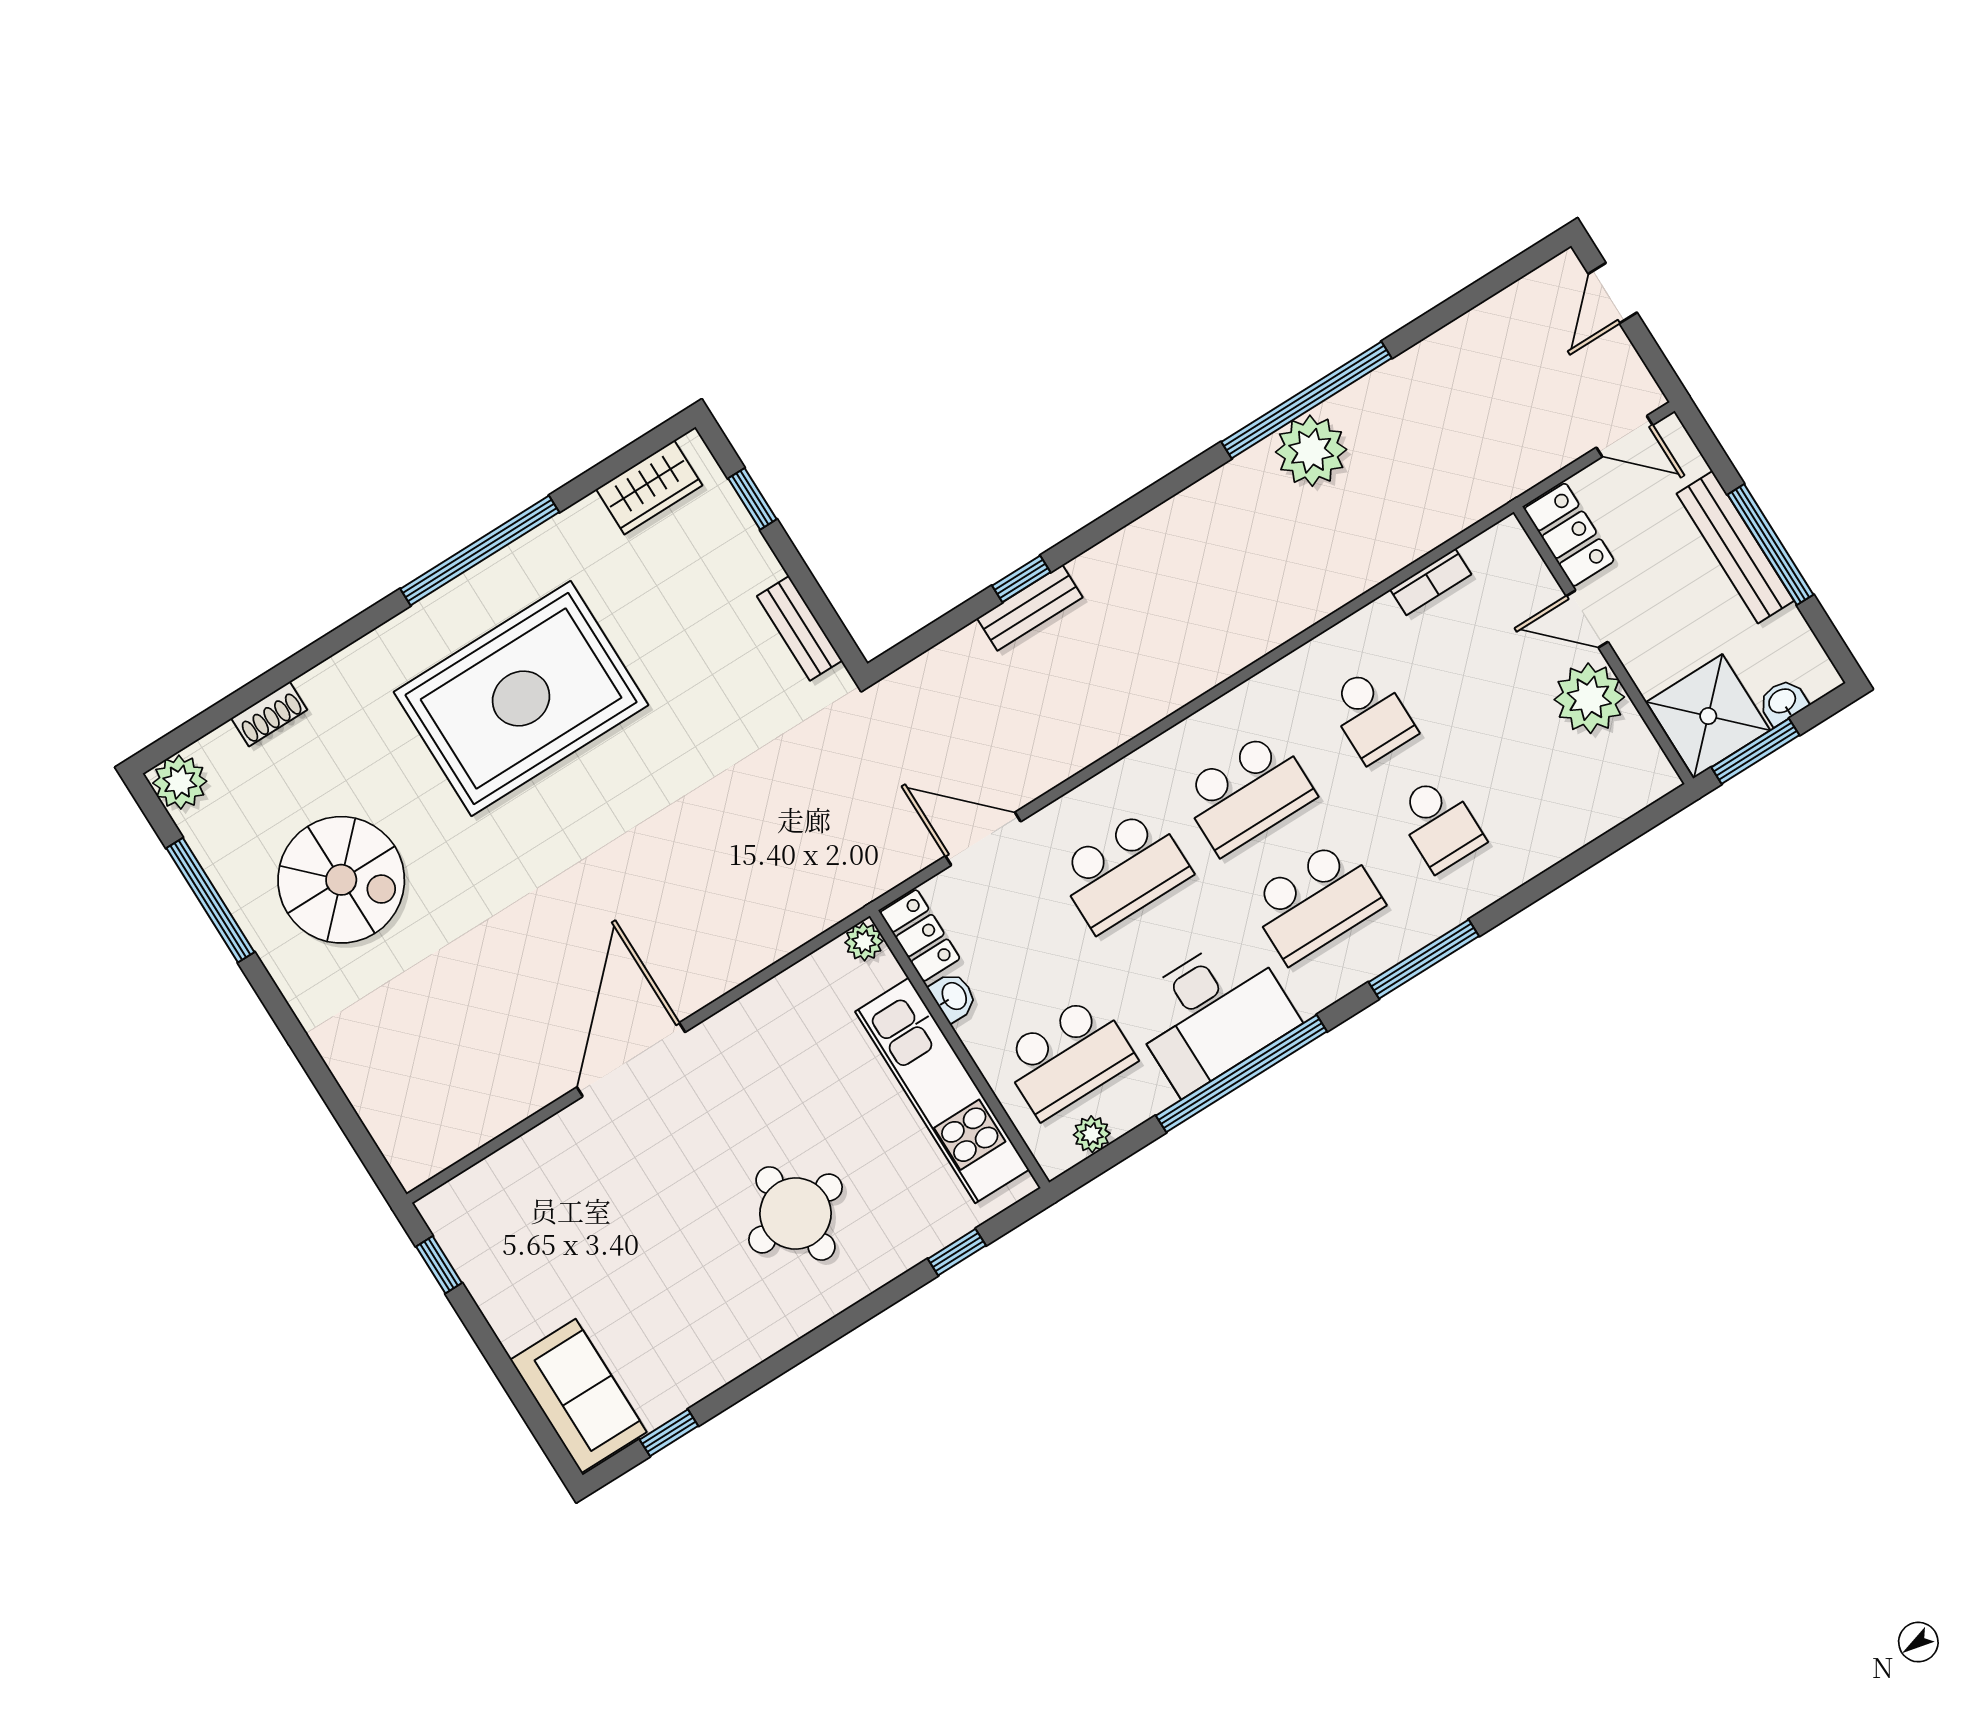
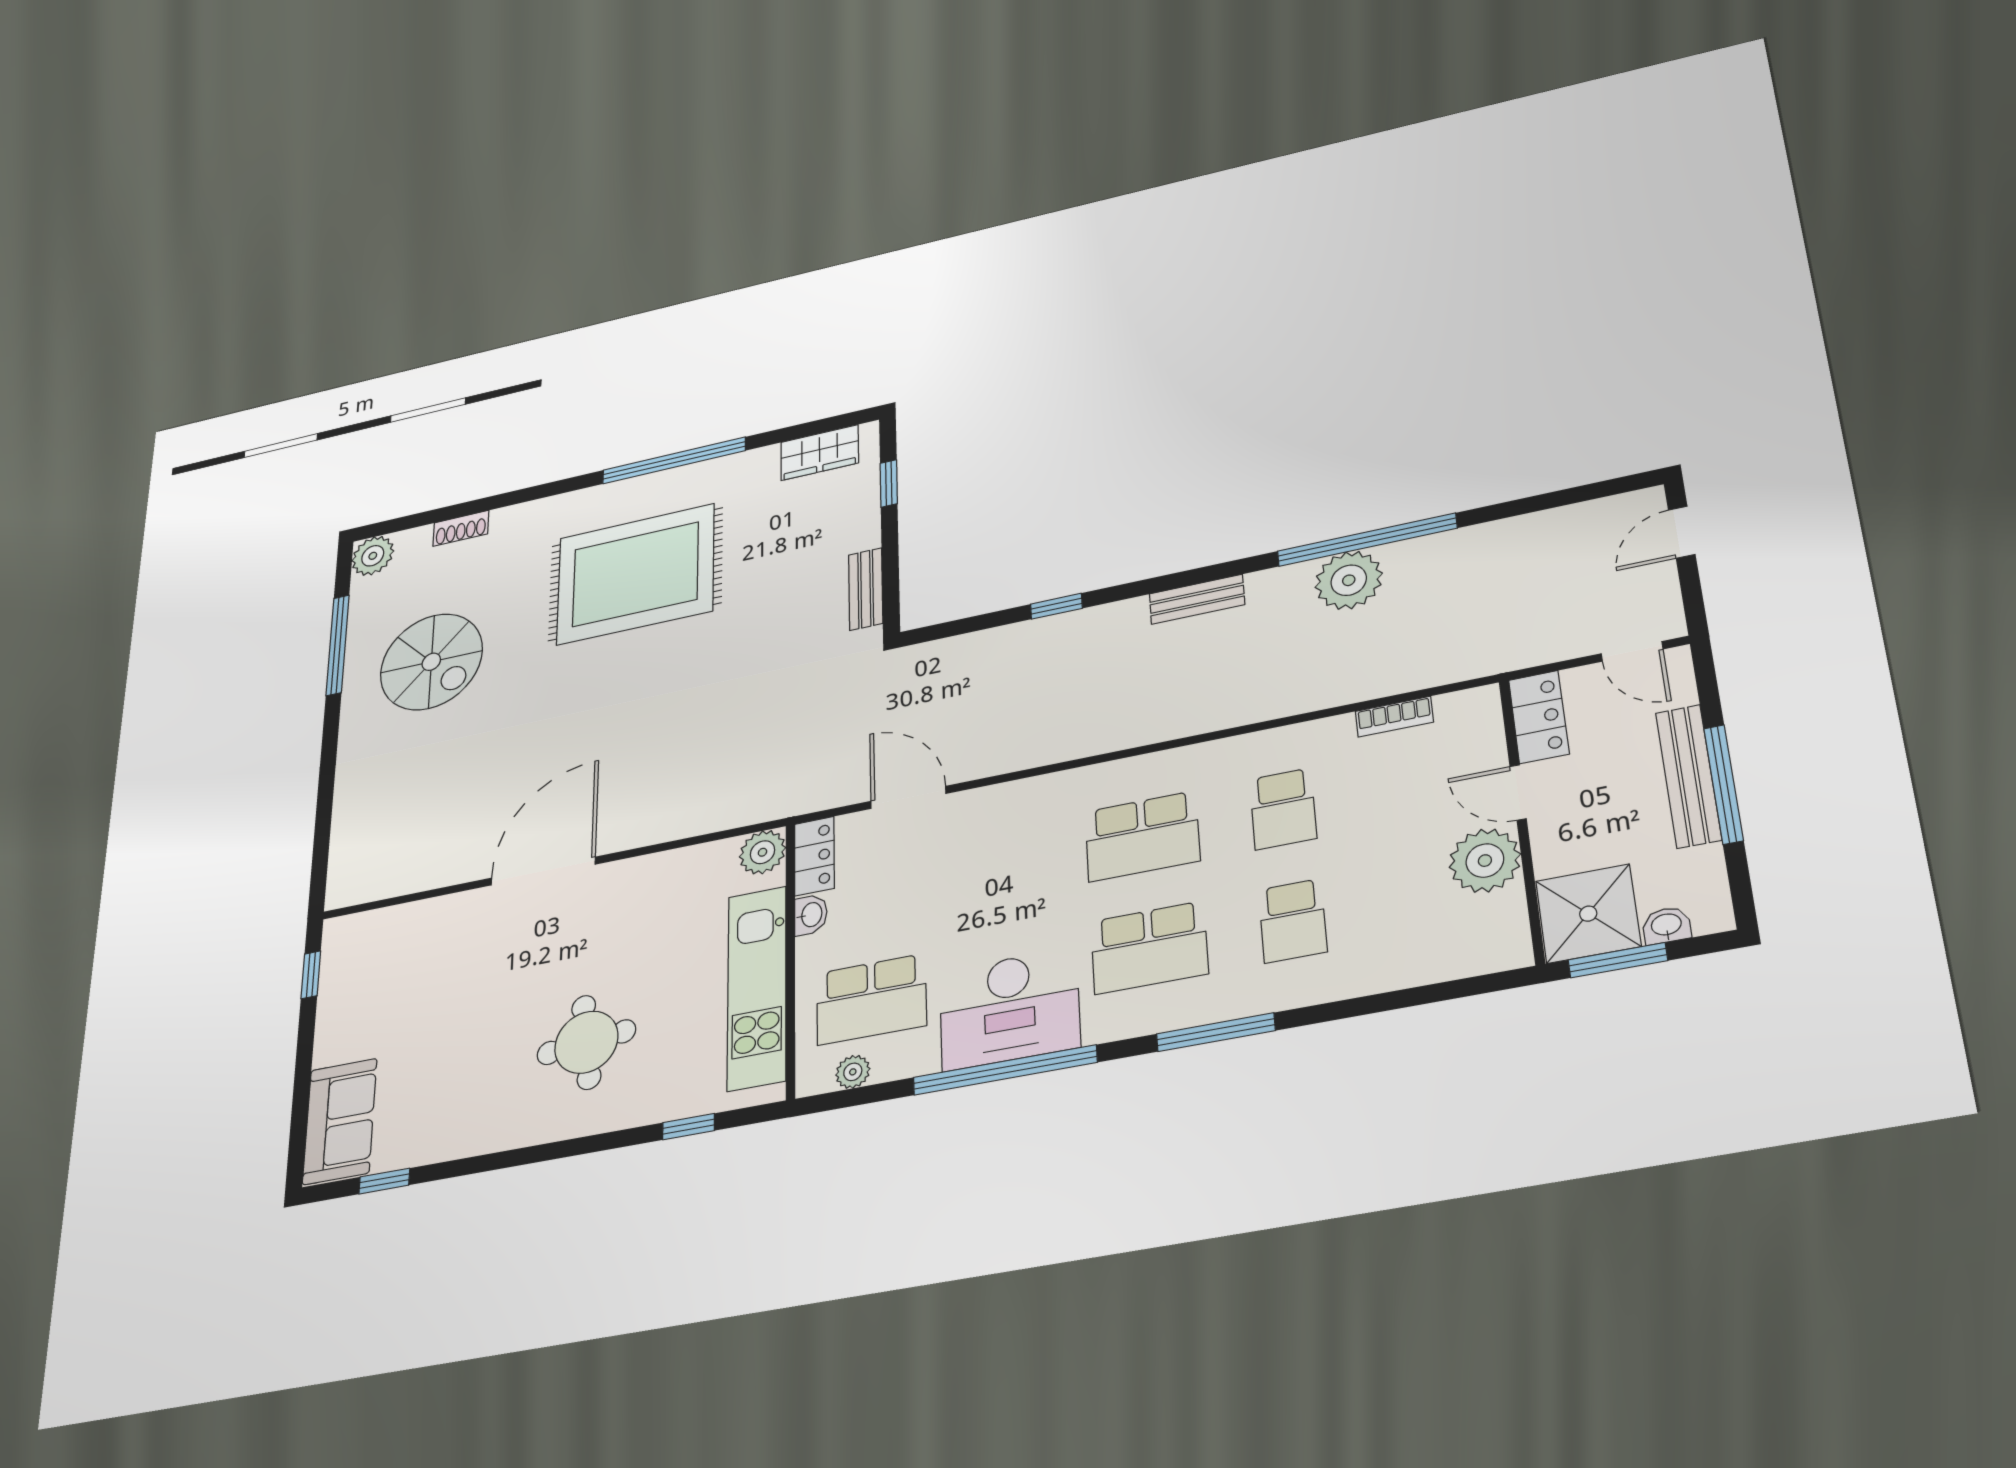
bench: (1030, 608) -> (1197, 599), moved
school desk: (1123, 870) -> (1005, 863), removed
plant: (864, 942) -> (762, 852), width x1.38, depth x1.38

